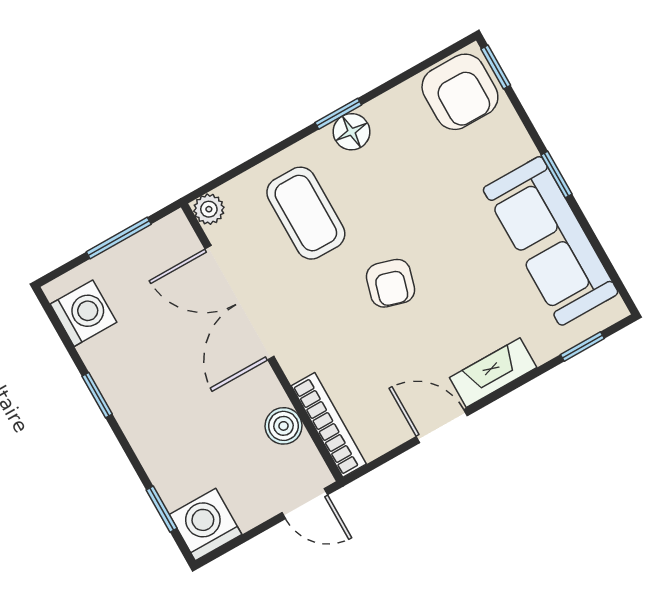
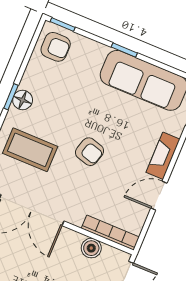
armchair: (460, 92) -> (56, 47), width x0.72, depth x0.72

